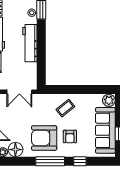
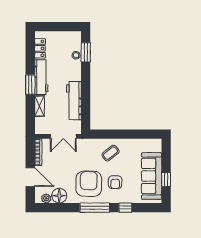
workbench: (30, 43) -> (74, 101), moved
plant: (109, 100) -> (155, 145), removed
armchair: (44, 138) -> (89, 184), turned 91

